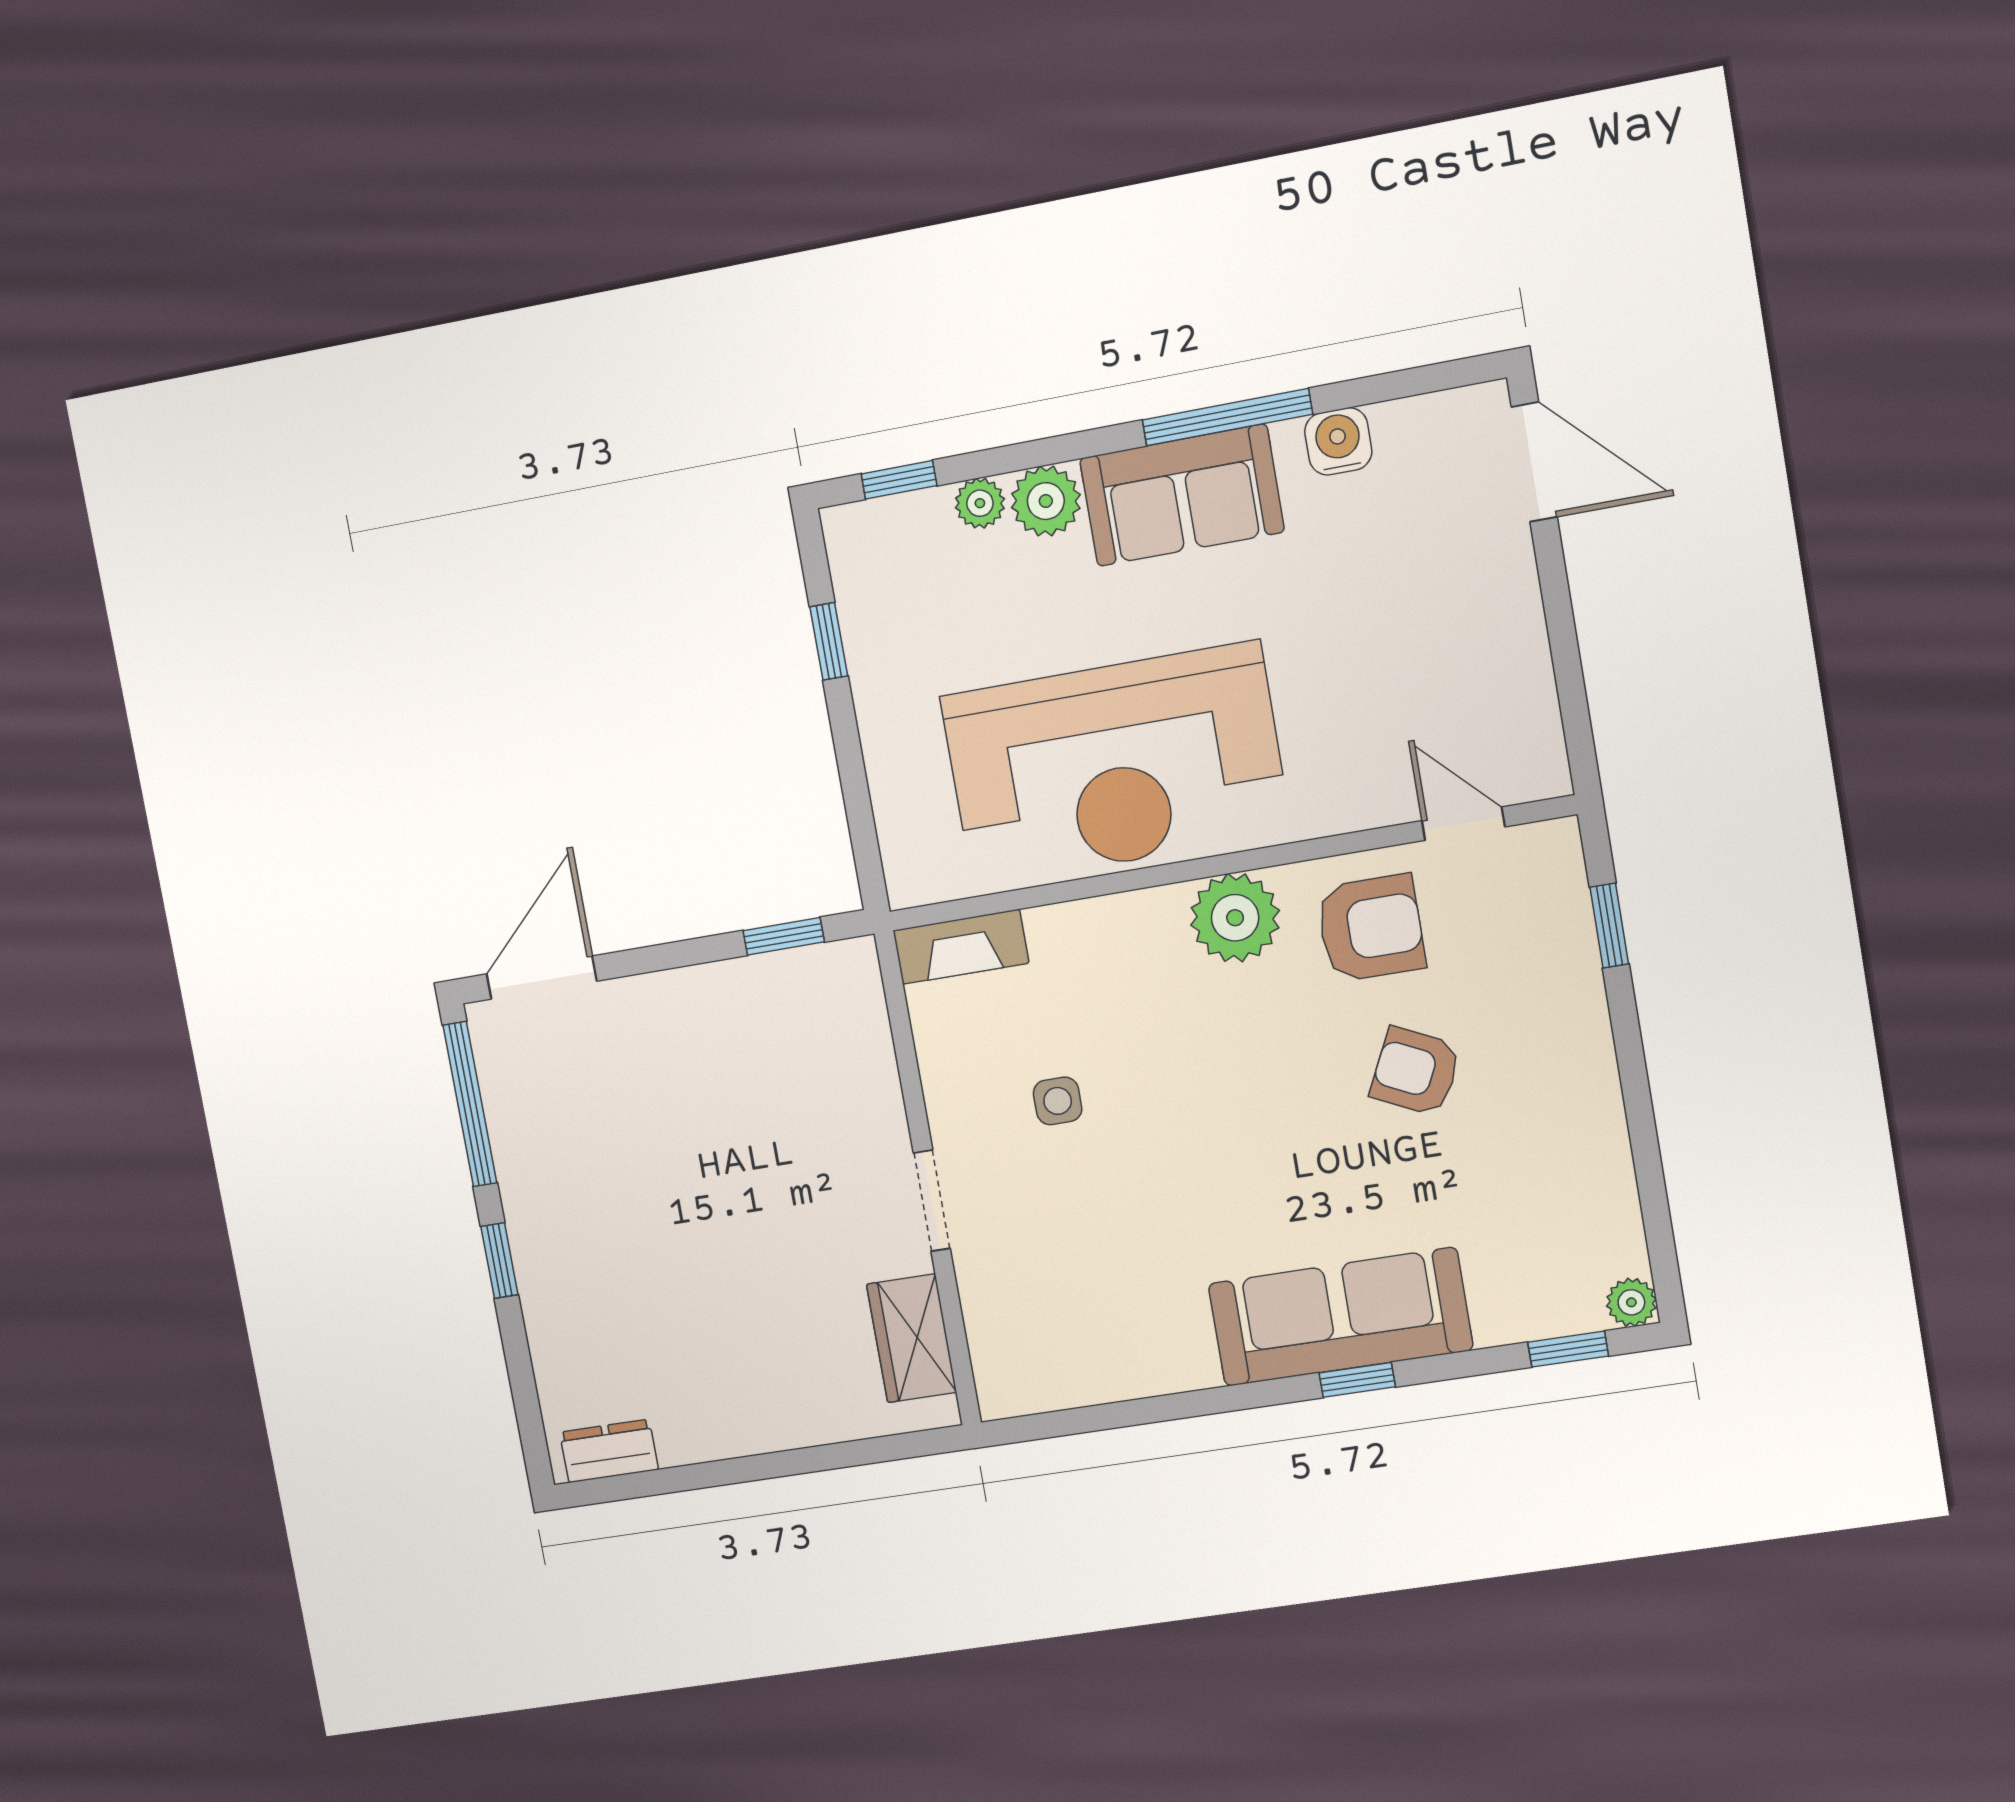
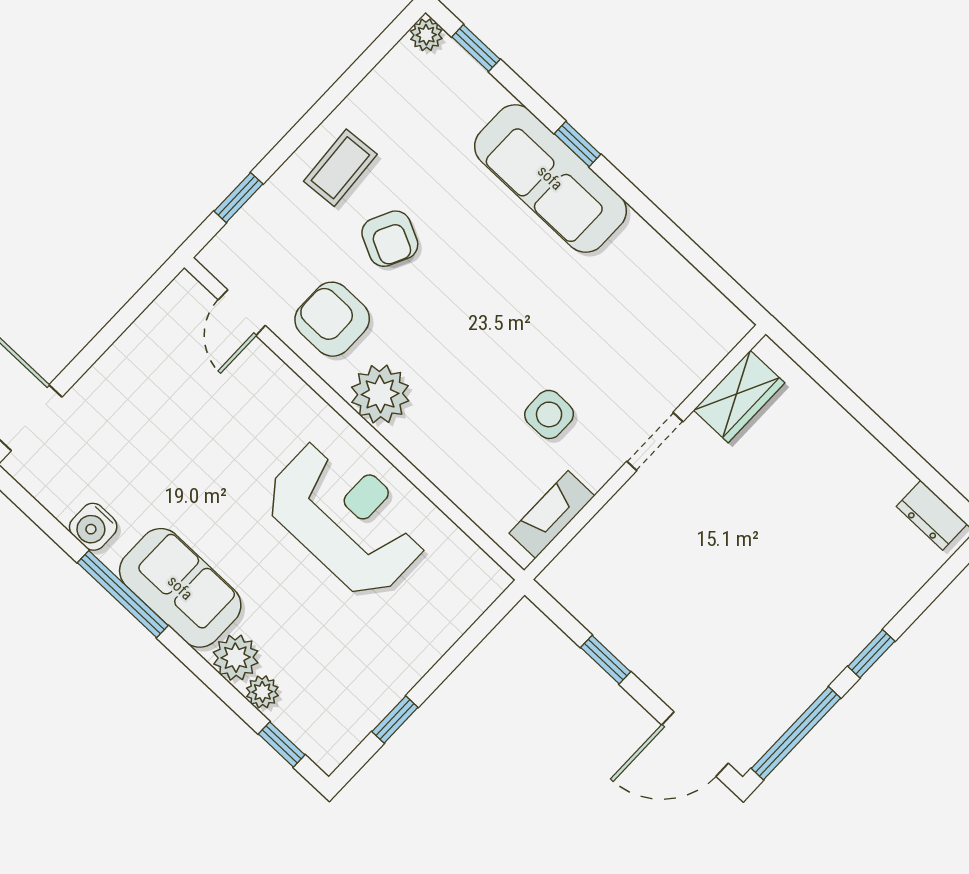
reception desk: (1115, 764) -> (346, 518), width x0.74, depth x0.77
window: (784, 936) -> (606, 660), moved
fireplace: (961, 947) -> (552, 514), moved, turned -90
coffee table: (1549, 1077) -> (340, 168), added
side table: (1058, 1101) -> (549, 414), width x1.37, depth x1.37

